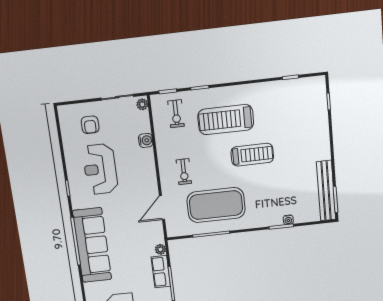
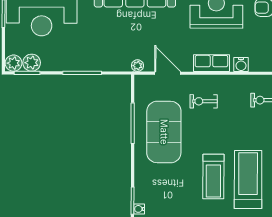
treadmill: (226, 120) -> (248, 179), moved
plant: (160, 249) -> (137, 66), moved
row of seats: (161, 272) -> (211, 63), moved

